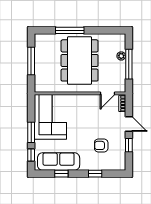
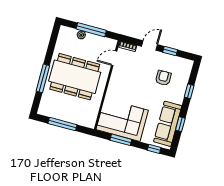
door: (107, 93) -> (114, 58), swing flipped
window: (31, 132) -> (121, 140), moved
armchair: (101, 145) -> (163, 78), turned 180

